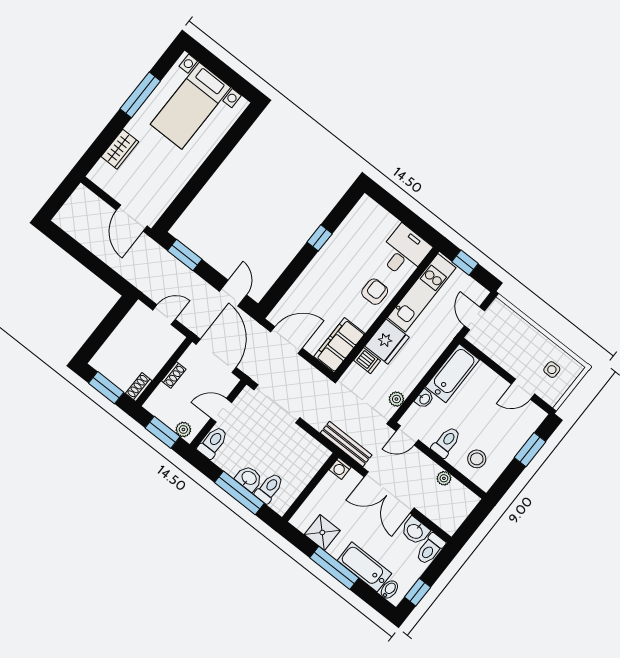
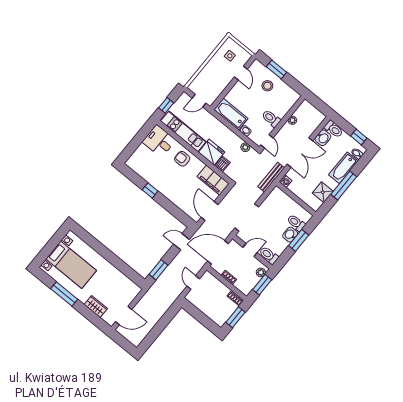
door: (132, 218) -> (124, 315), moved
door: (221, 410) -> (250, 250), swing flipped
stool: (477, 459) -> (267, 86), moved
window: (239, 493) -> (299, 240), width x0.69

